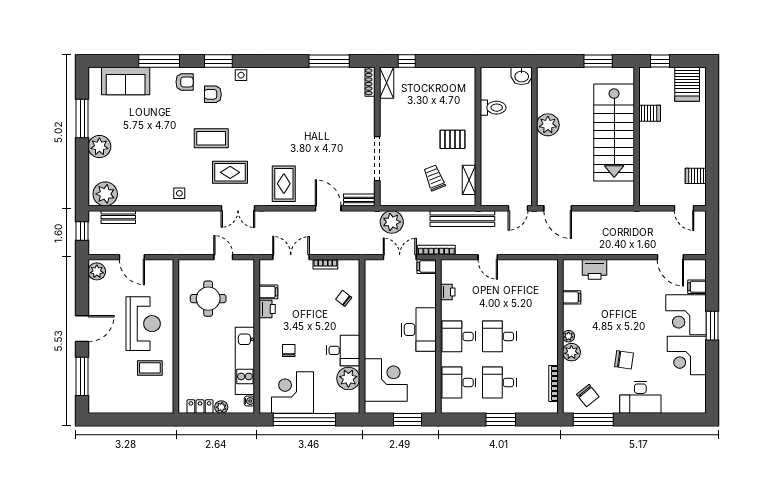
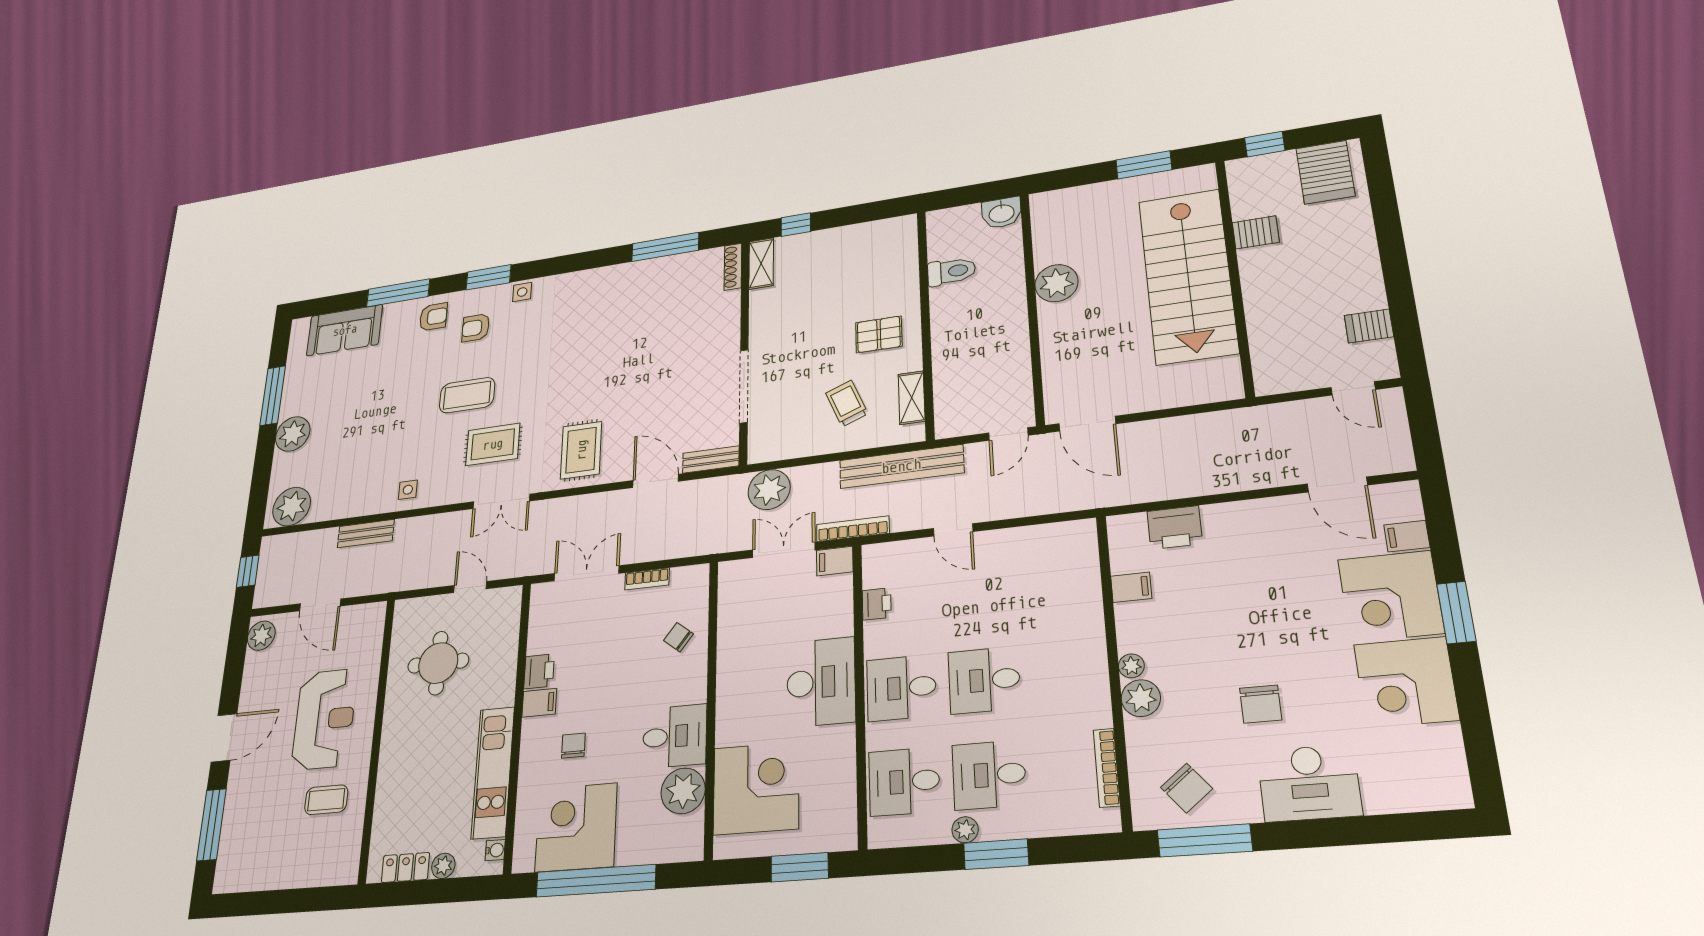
bench: (118, 217) -> (366, 534), moved
filing cabinet: (268, 292) -> (539, 703), moved
chair: (624, 360) -> (1261, 704), turned 82
plant: (487, 407) -> (965, 830), added

